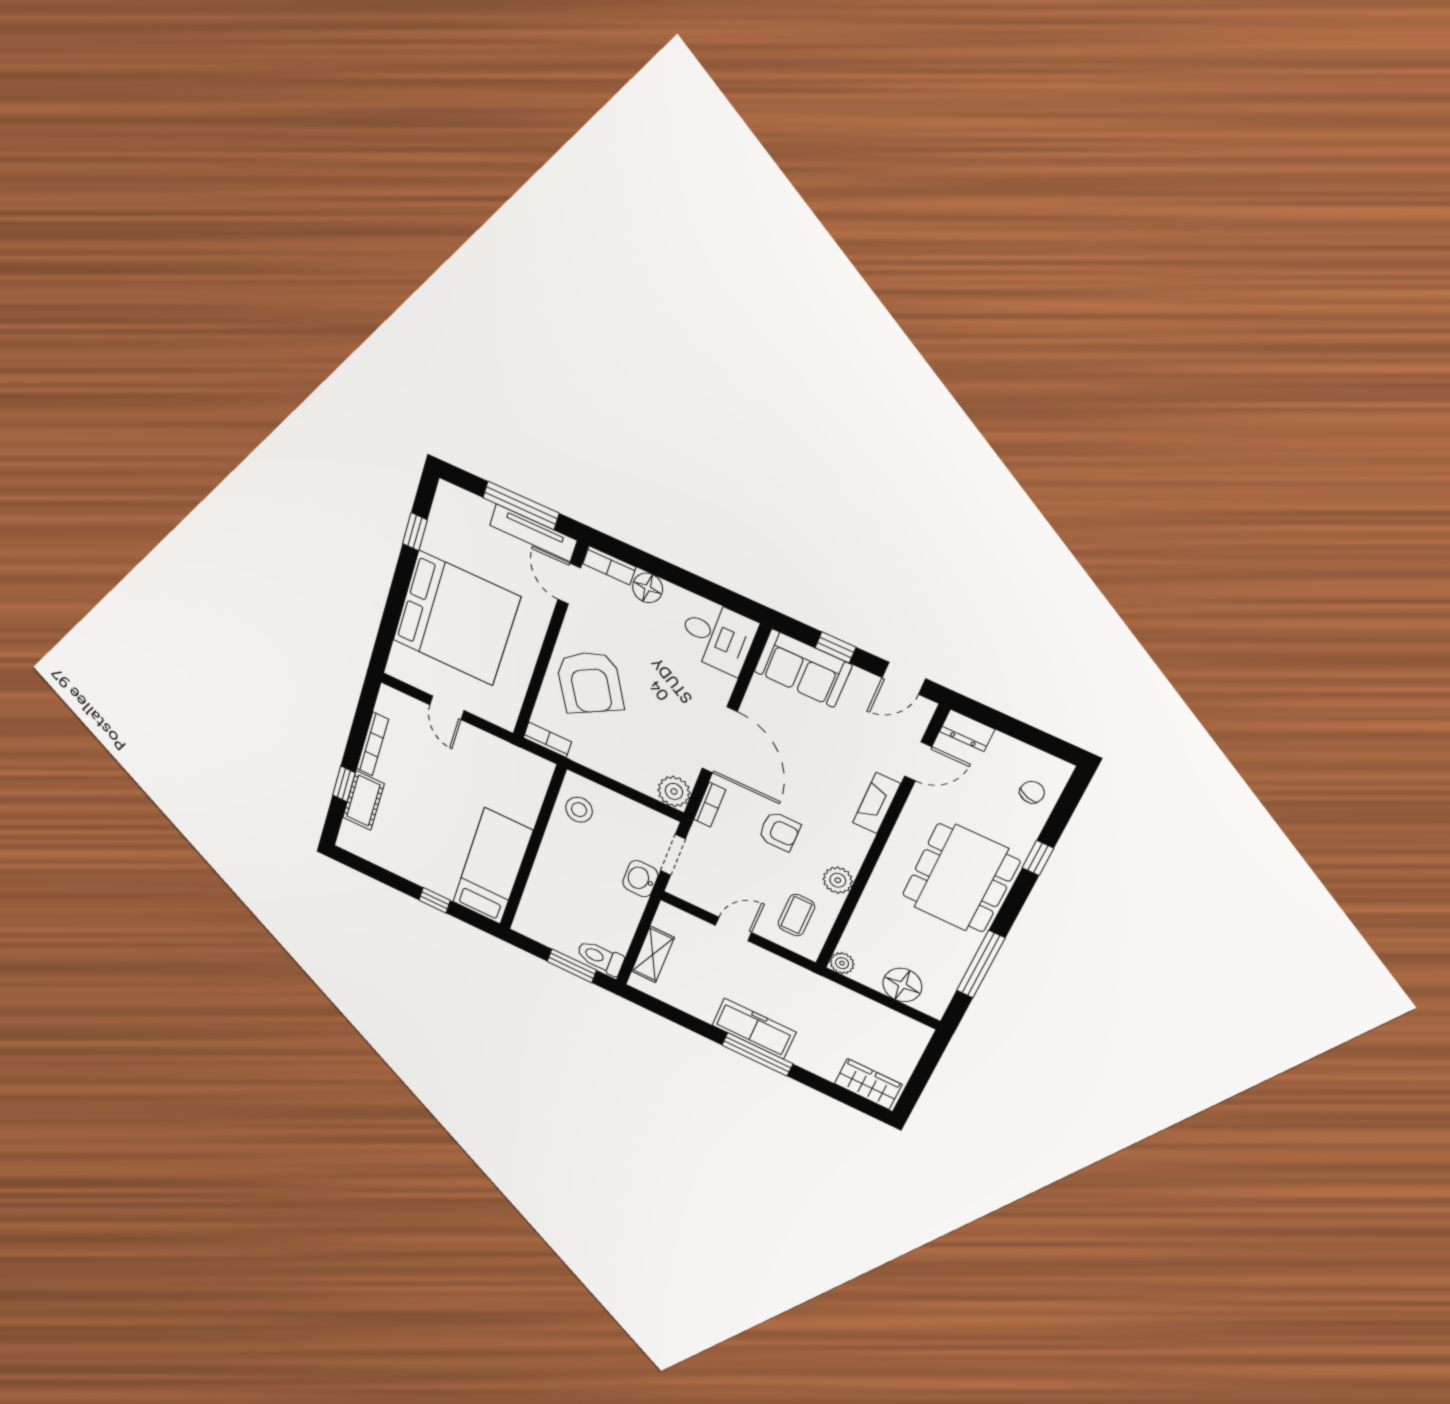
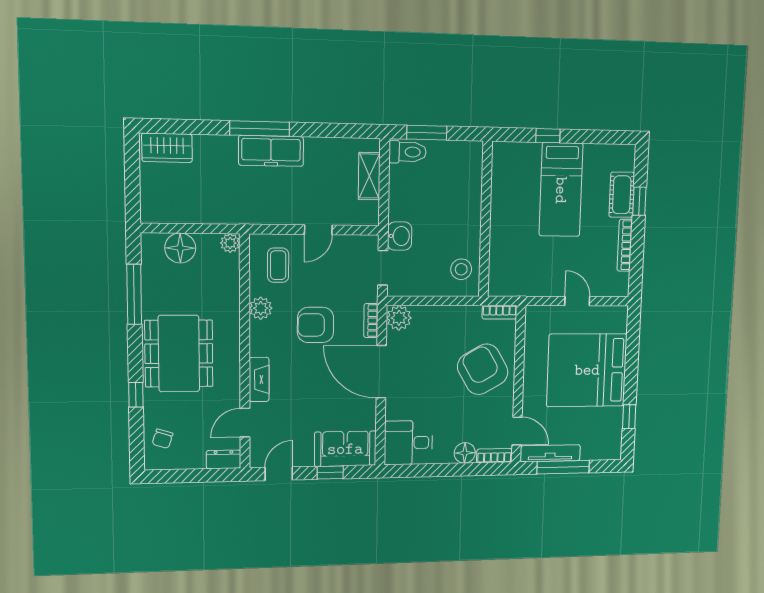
armchair: (779, 831) -> (316, 325), width x1.38, depth x1.38
bed: (492, 867) -> (561, 190), moved

